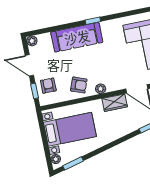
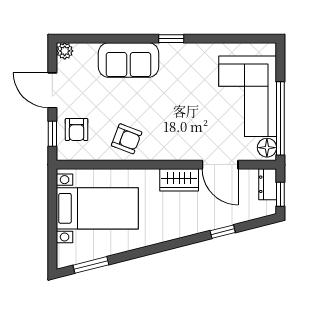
sofa: (77, 37) -> (128, 60), width x0.73
armchair: (48, 86) -> (77, 129), turned 180
plant: (101, 89) -> (161, 152), removed
plant: (56, 159) -> (64, 252), removed

